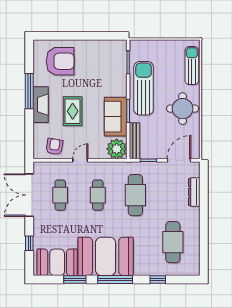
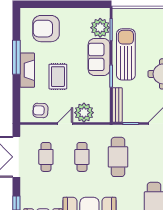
plant: (117, 60) -> (100, 28), added
armchair: (60, 61) -> (46, 29), turned 180
sofa: (116, 117) -> (99, 57), moved
armchair: (54, 147) -> (40, 110), turned -96
plant: (117, 149) -> (84, 113), moved

